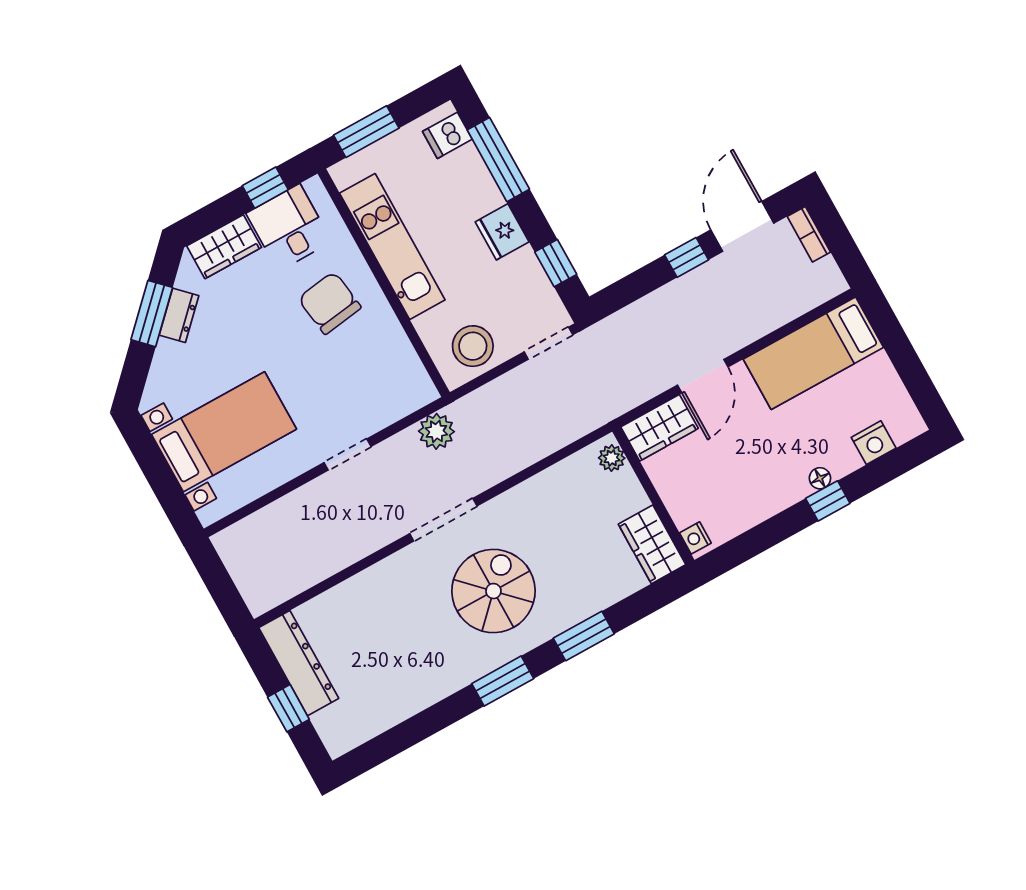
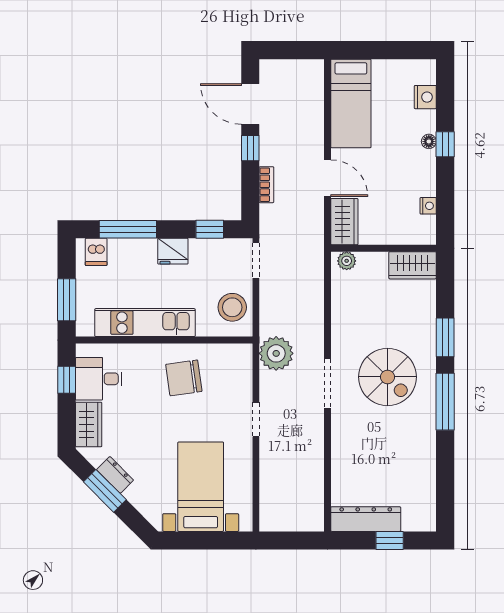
bookcase: (809, 234) -> (266, 185), moved, turned -90
chair: (330, 303) -> (184, 378), moved
plant: (436, 431) -> (276, 353), width x1.36, depth x1.36
nightstand: (695, 538) -> (428, 206), moved, turned -90
spiral stairs: (493, 591) -> (388, 377), turned 180
window: (503, 681) -> (445, 402), width x1.44

